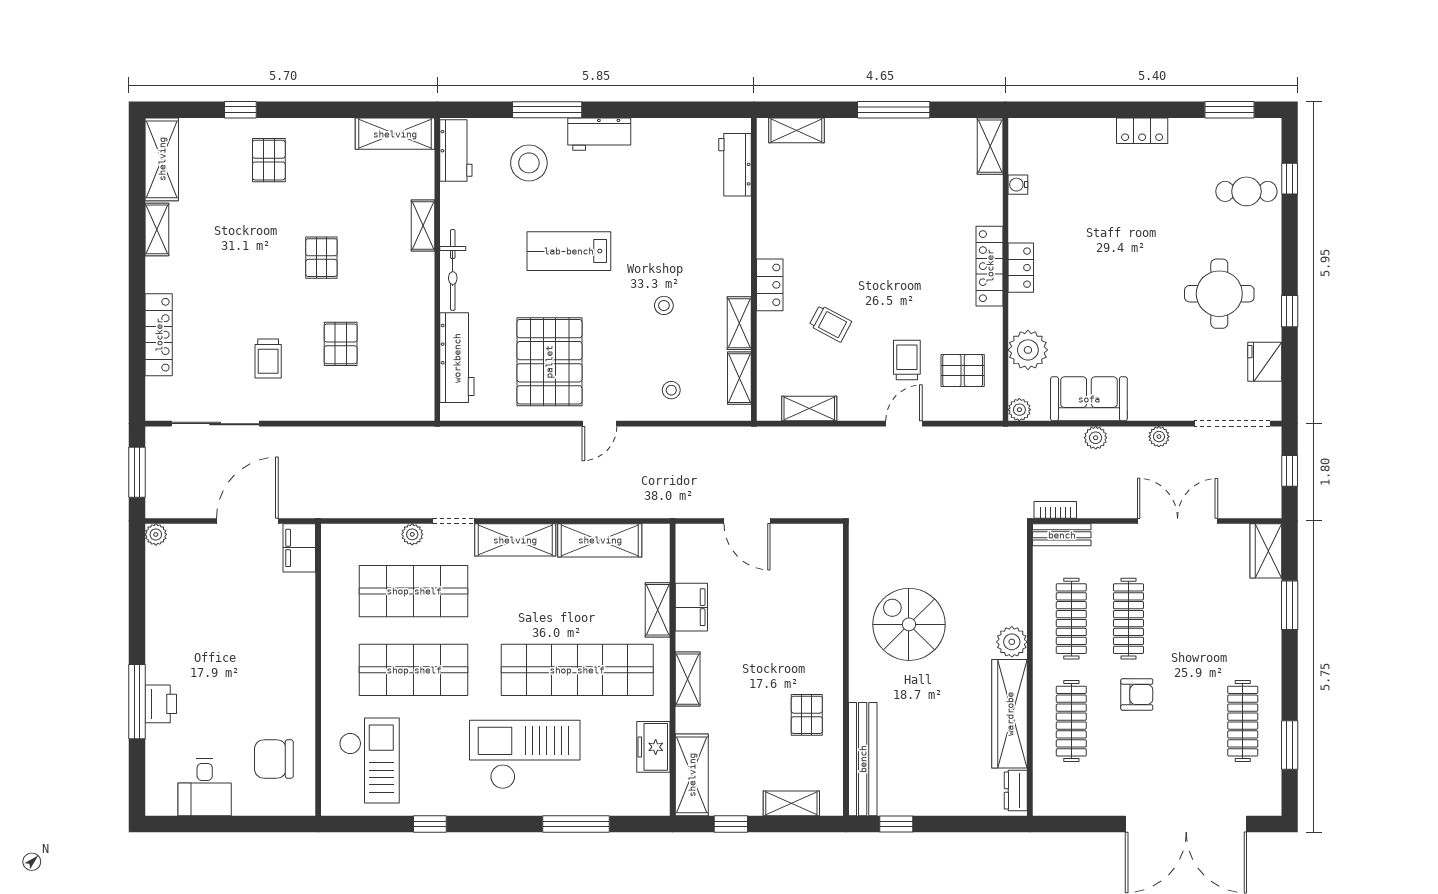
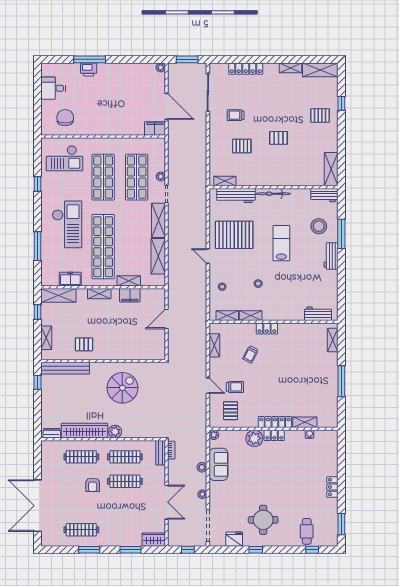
shelving: (990, 146) -> (305, 422), moved
shelving: (423, 226) -> (225, 181), moved
plant: (1028, 350) -> (254, 438), moved
window: (1290, 745) -> (89, 550), moved

